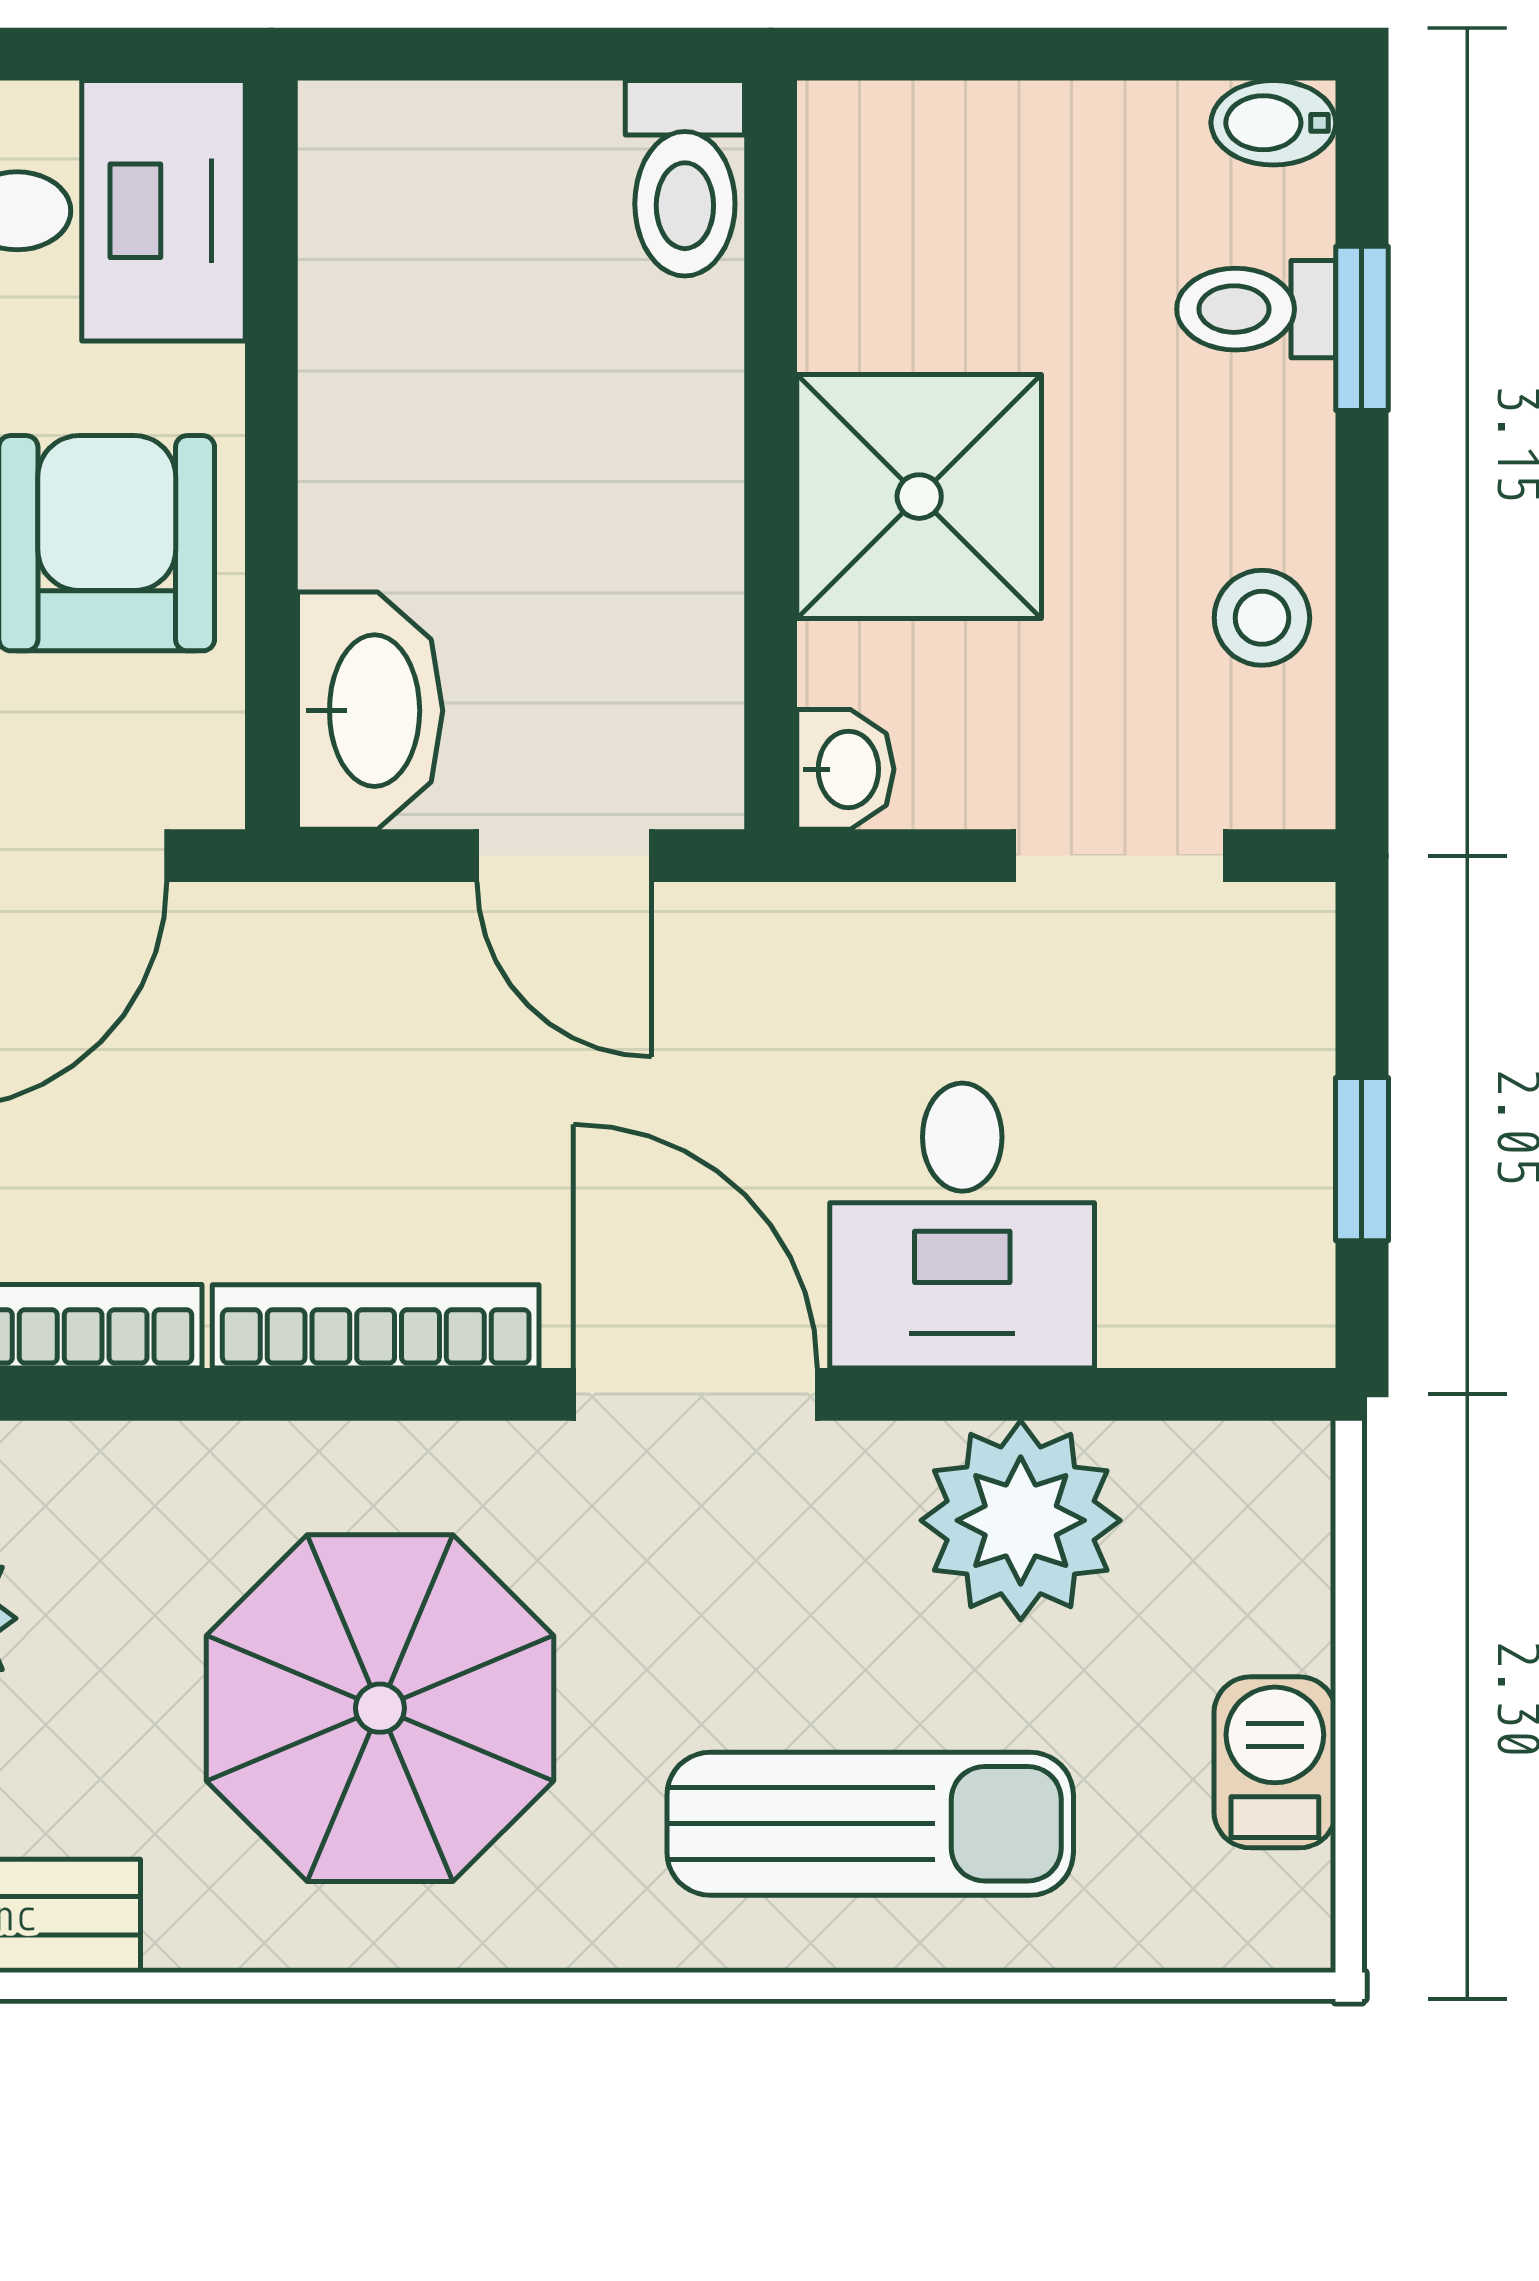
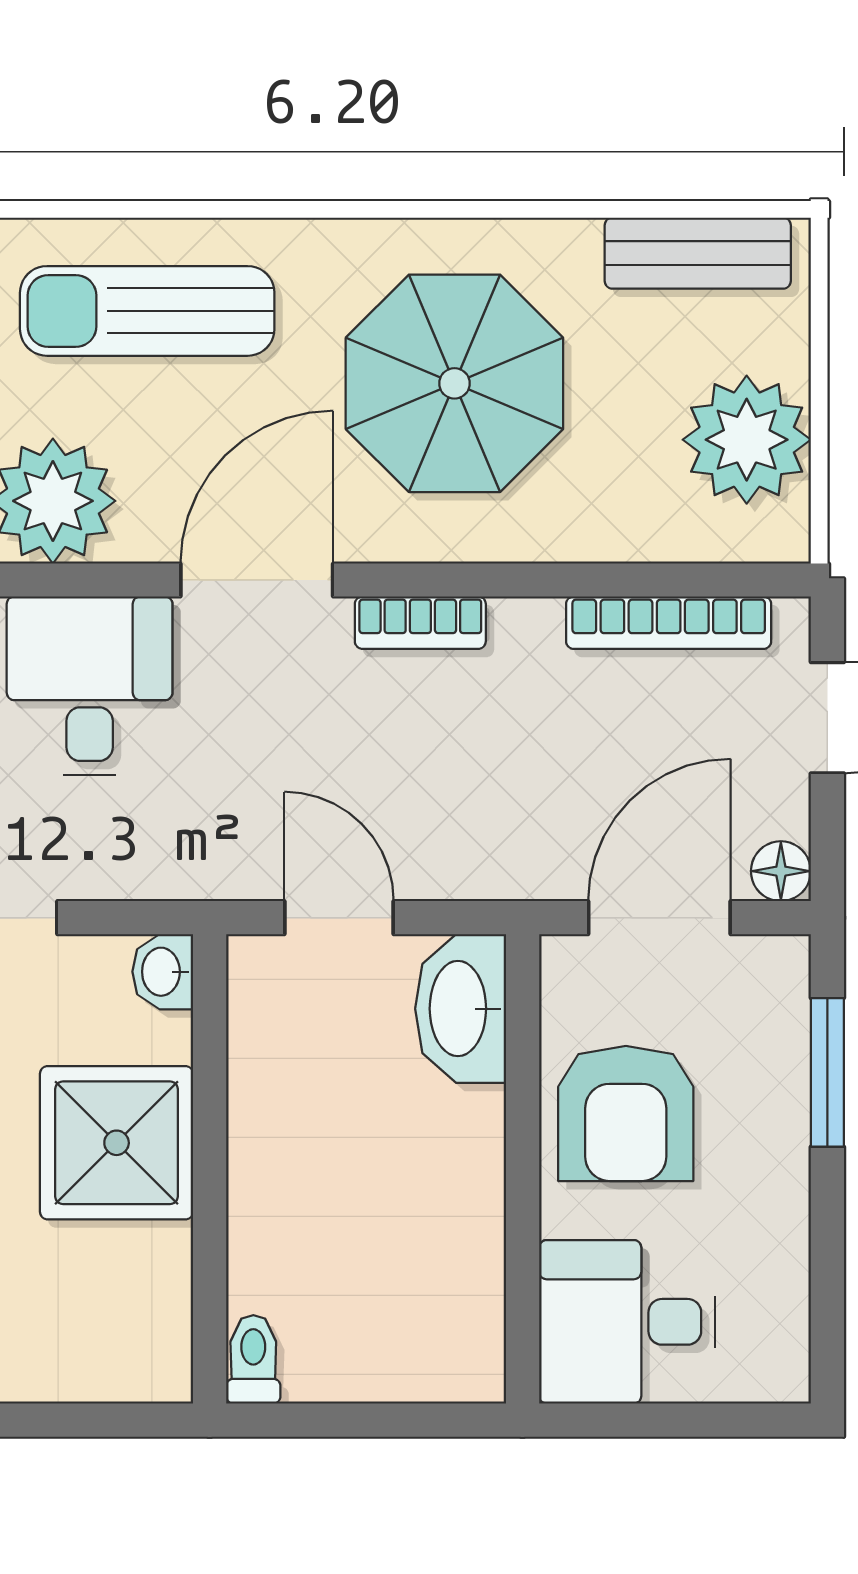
toilet: (685, 178) -> (253, 1359), width x0.73, depth x0.72
bookcase: (376, 1326) -> (420, 623), width x0.64
door: (695, 1394) -> (257, 580), swing flipped

